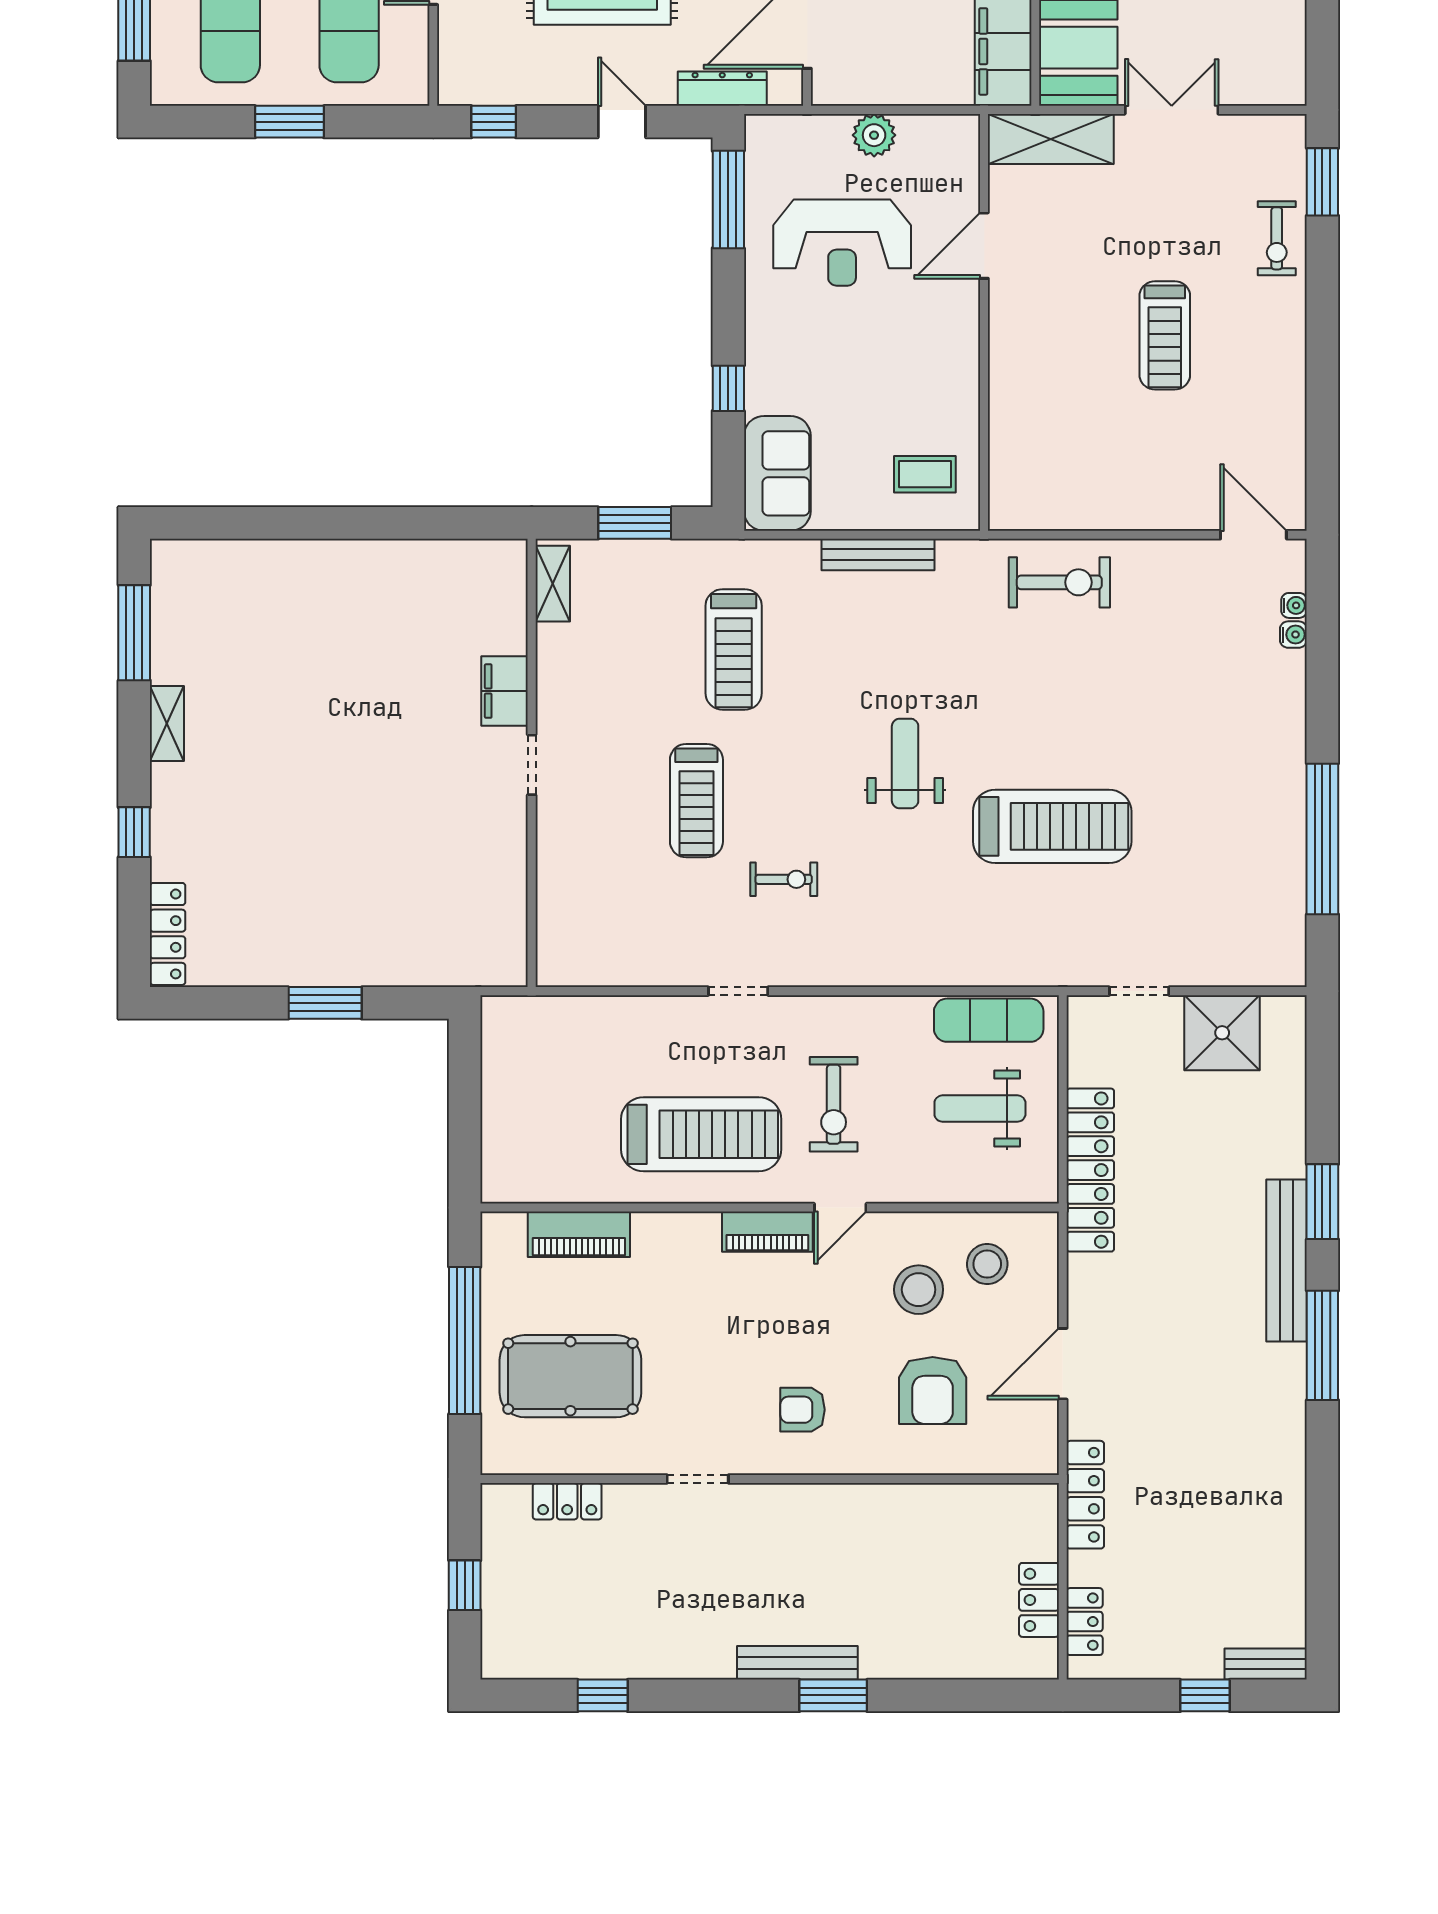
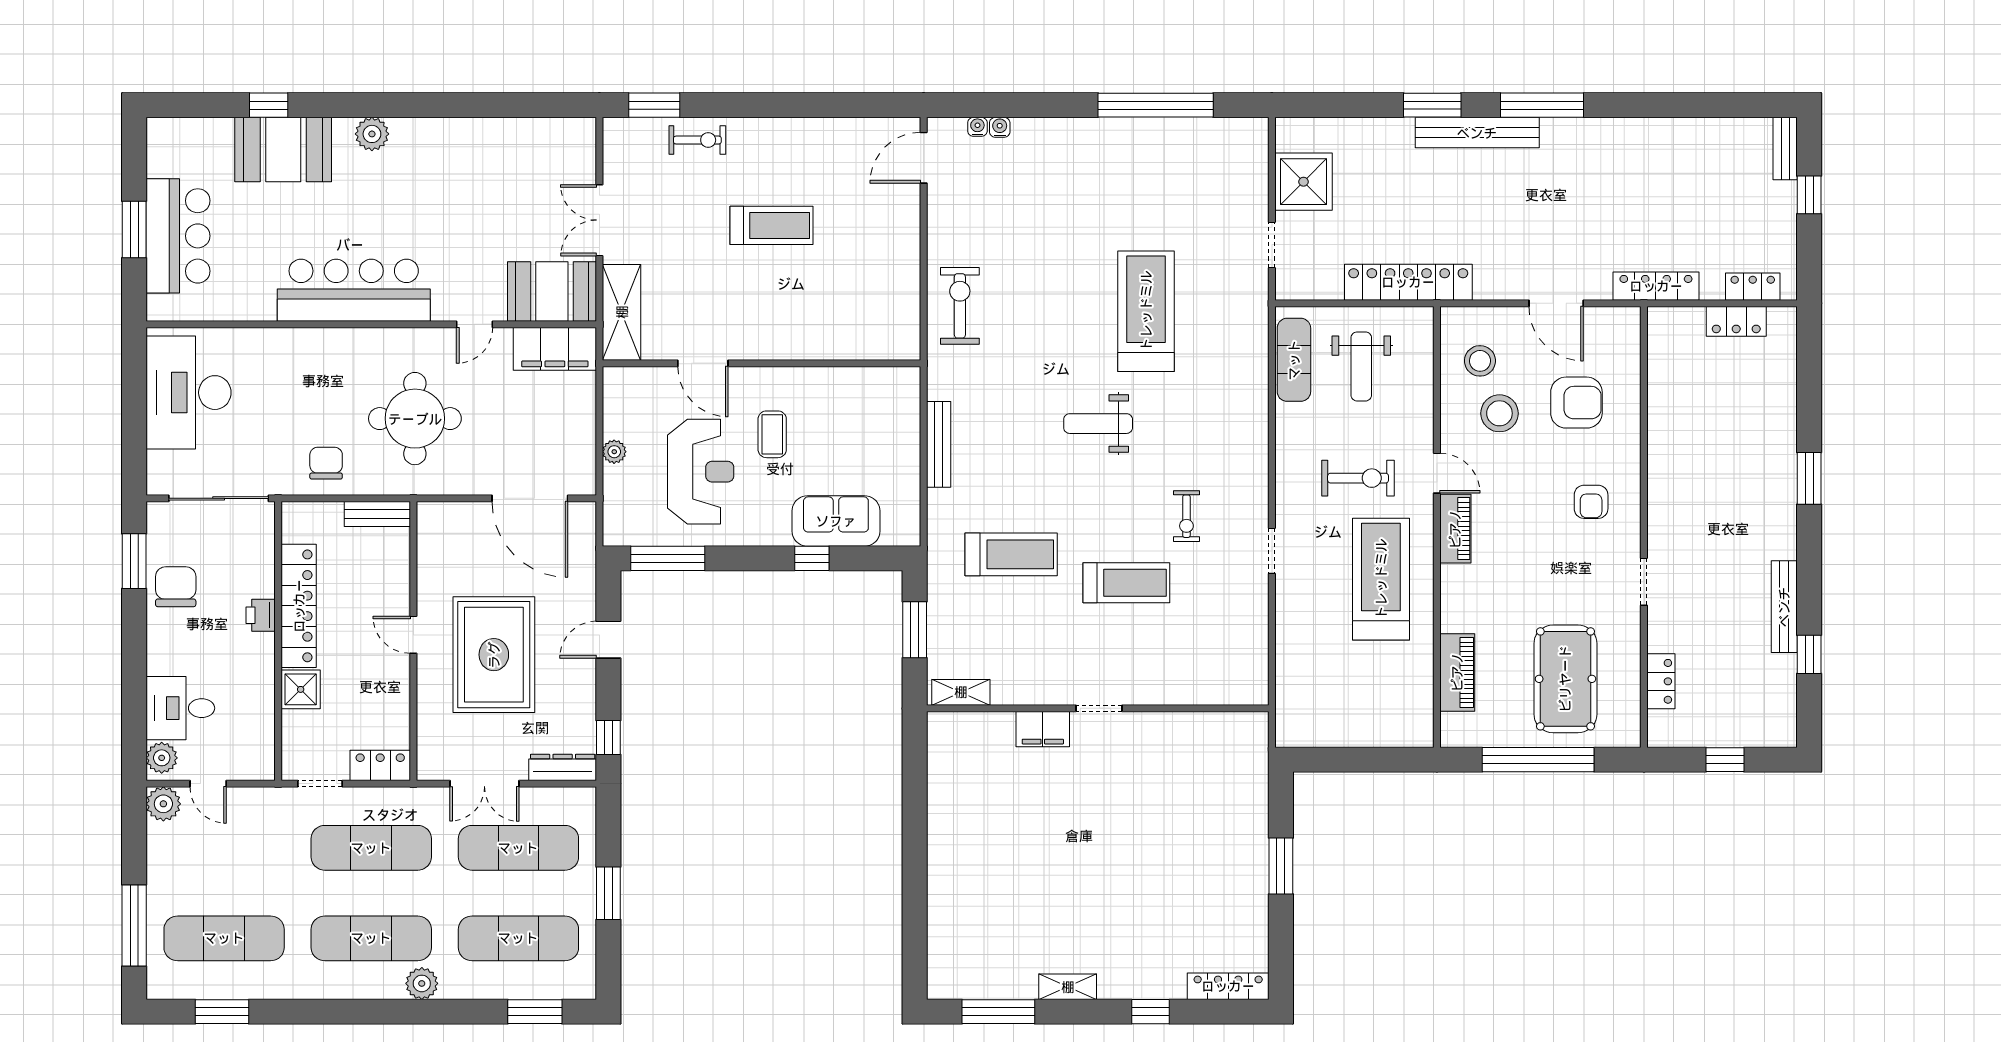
dresser: (722, 89) -> (563, 767), moved, turned 90
plant: (874, 135) -> (614, 452), width x0.73, depth x0.73
sofa: (777, 473) -> (836, 521), moved
coffee table: (925, 474) -> (772, 434), moved
exercise bike: (784, 879) -> (1186, 516), turned 180
bench: (797, 1663) -> (1784, 607), moved

